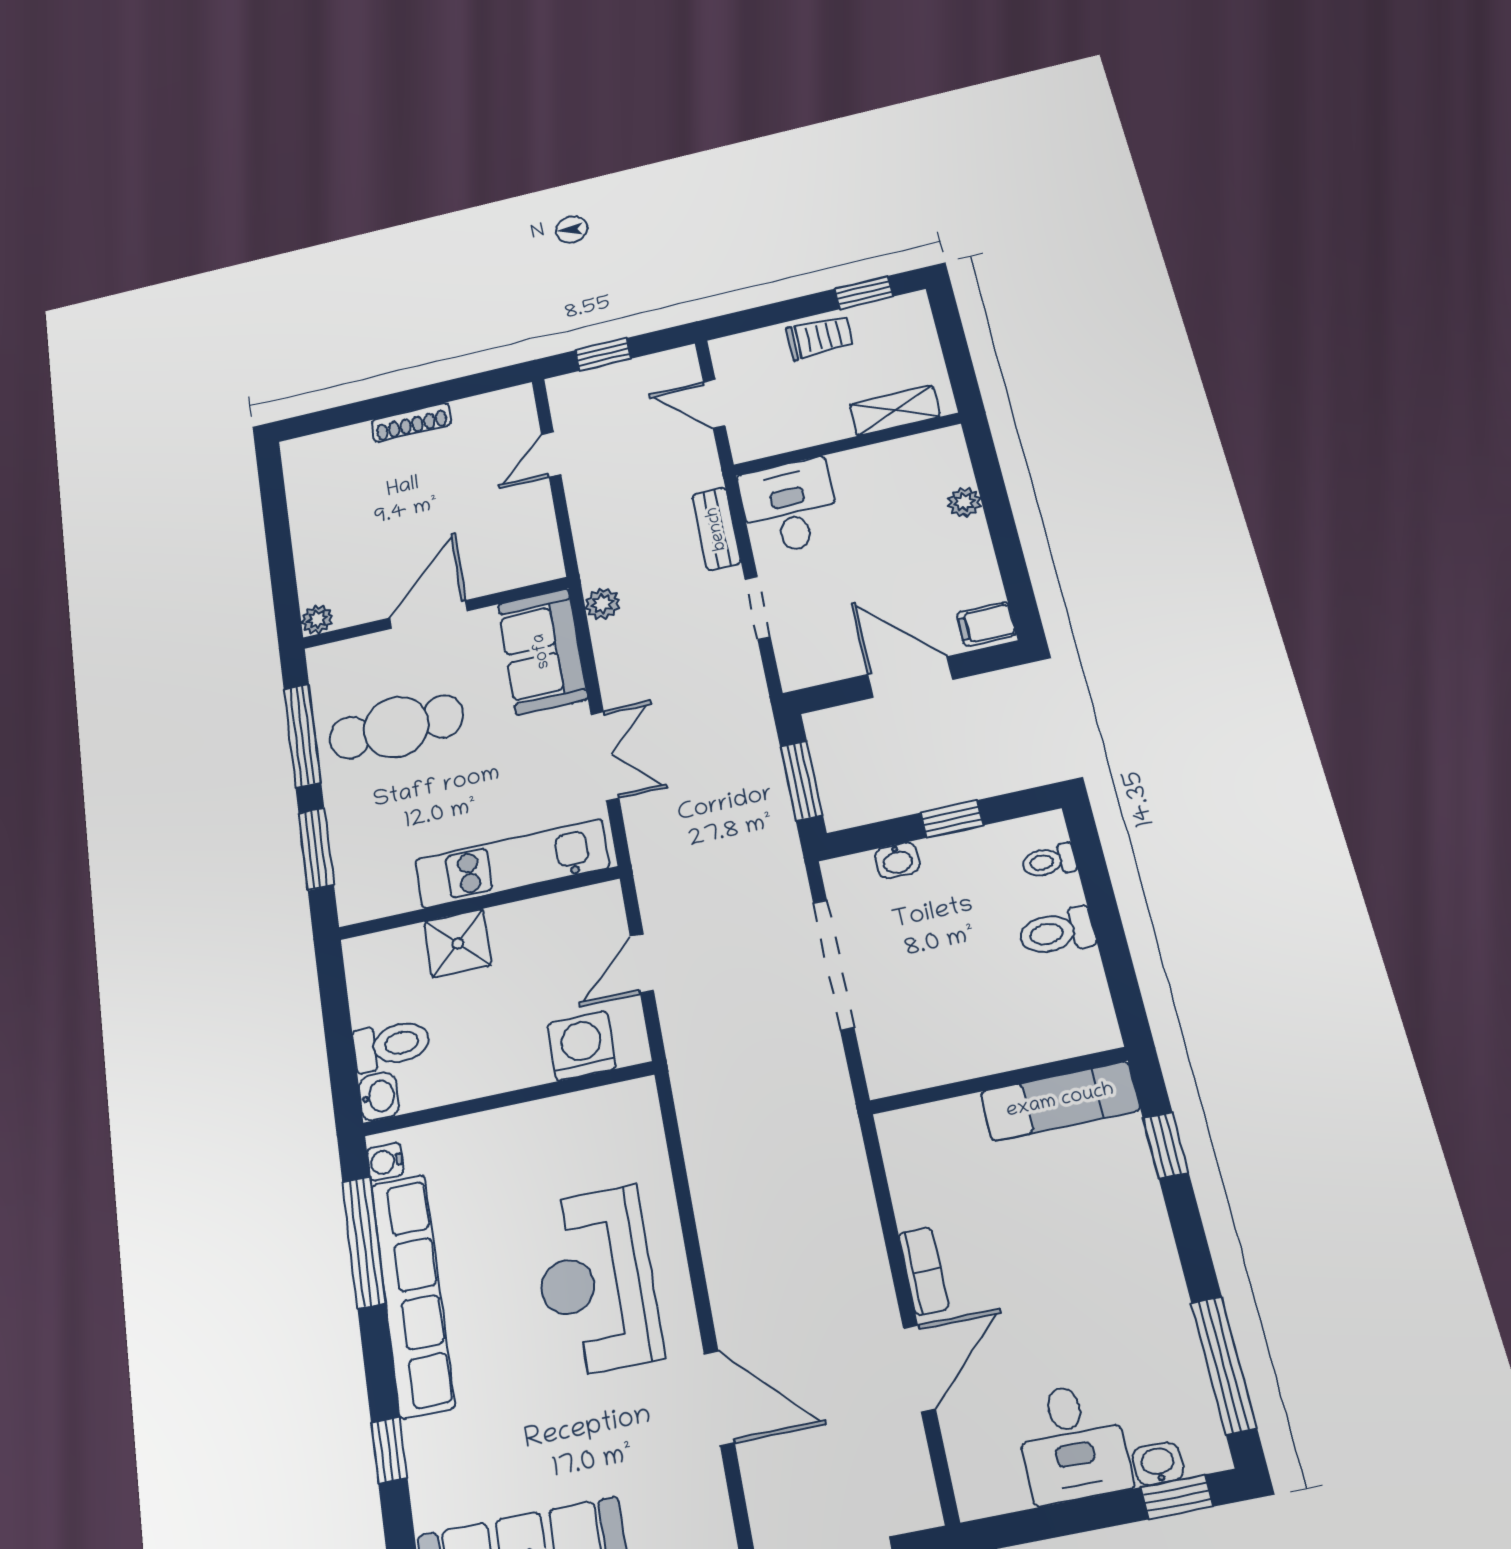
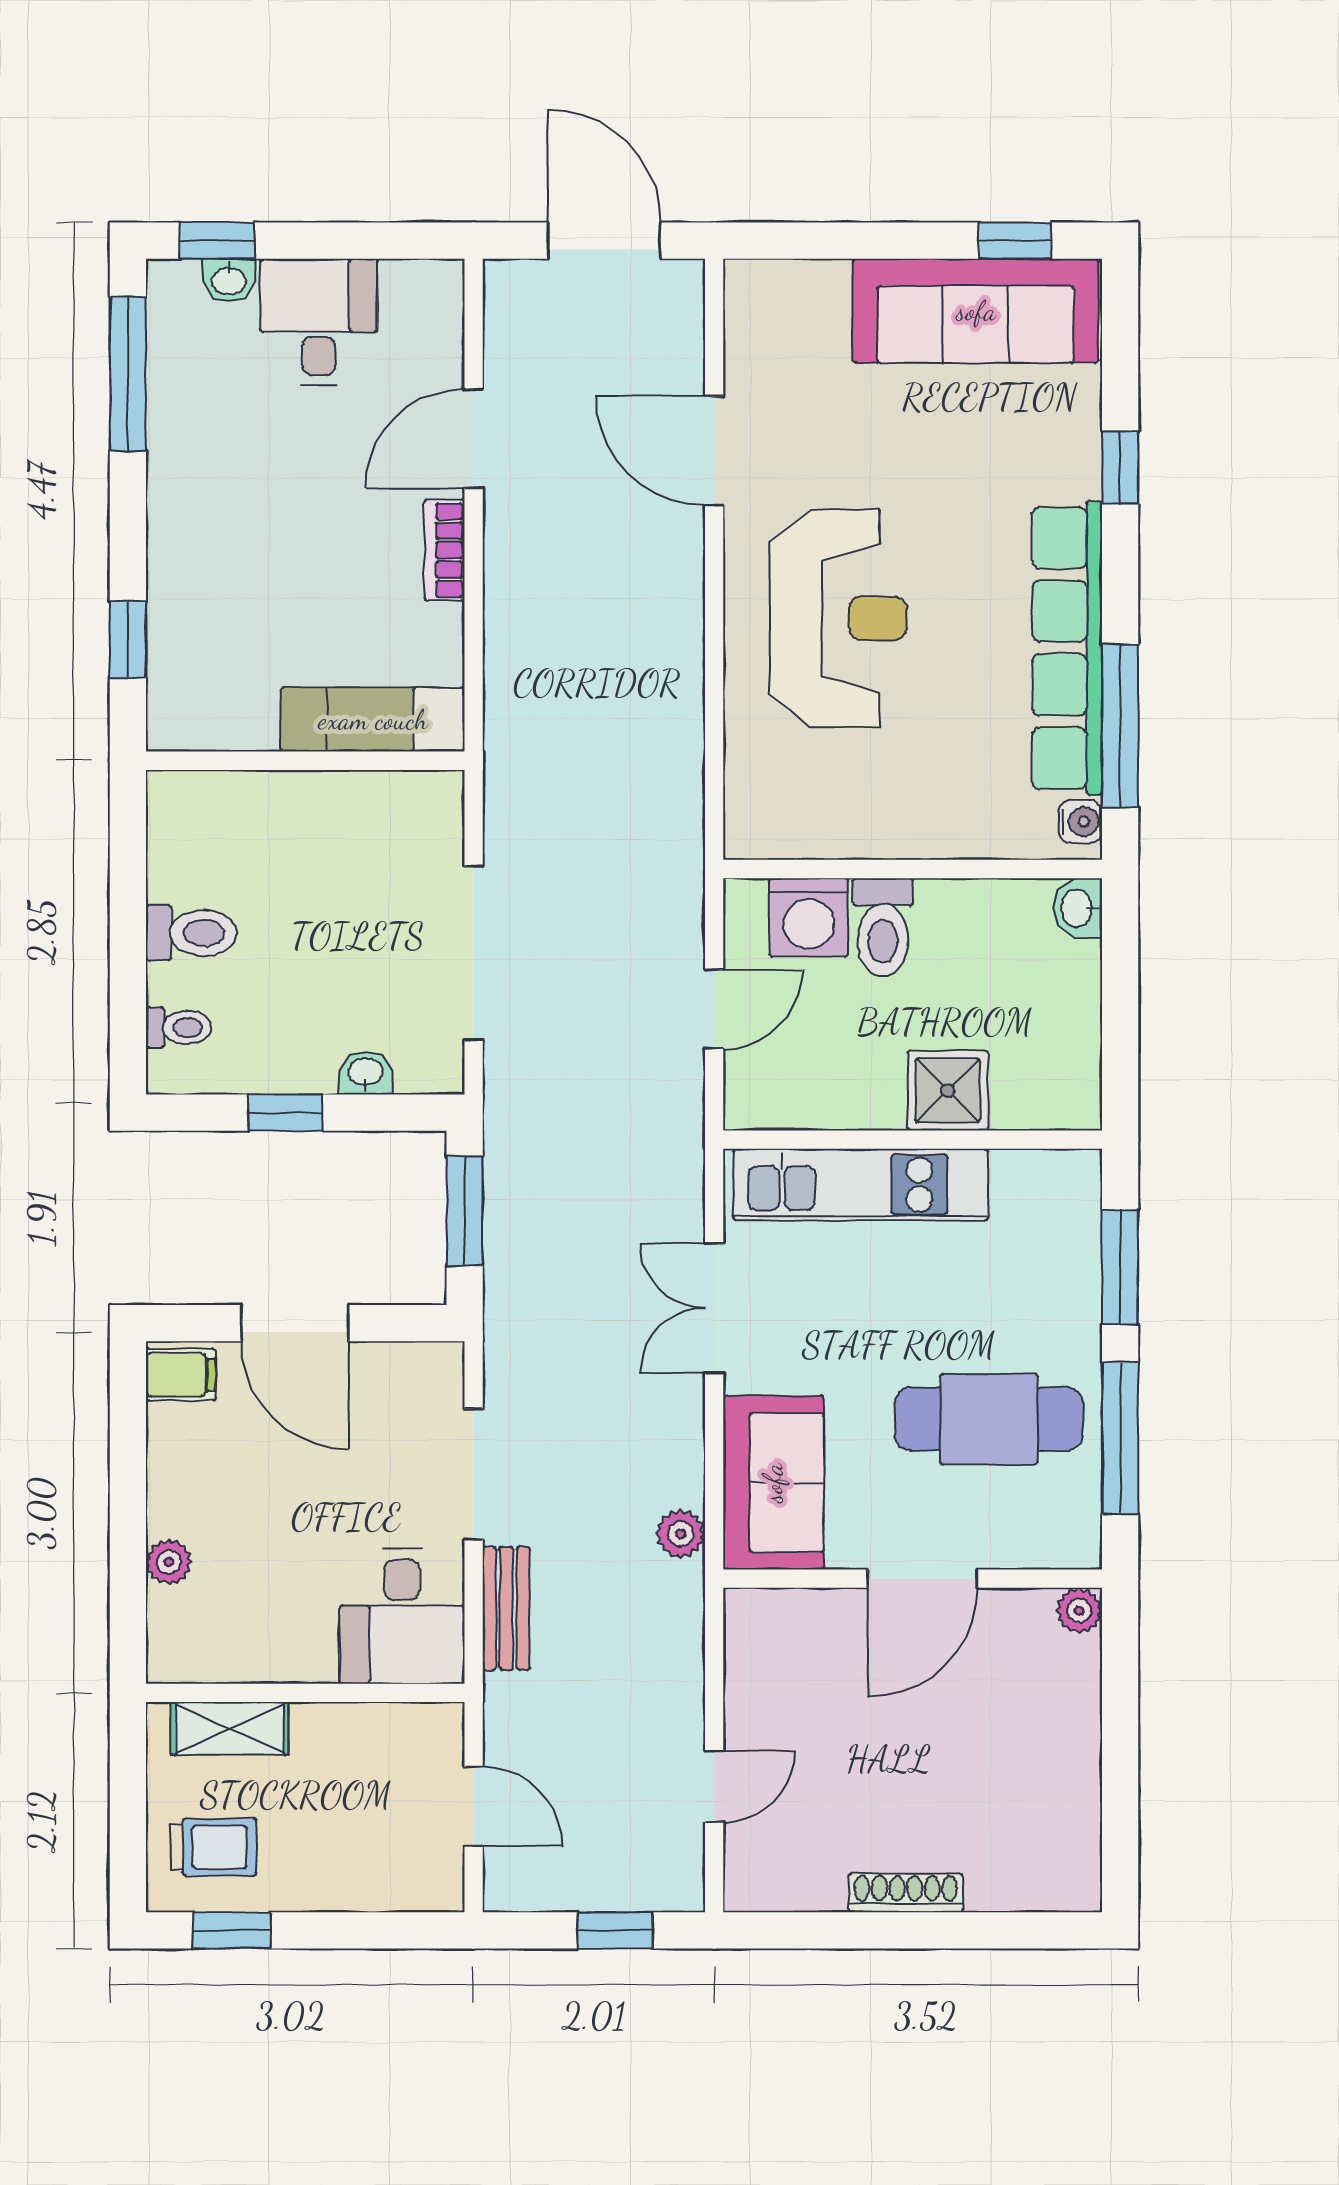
trolley: (820, 337) -> (214, 1847), moved, turned 180
doorway: (758, 608) -> (474, 1474), width x1.38
toilet: (391, 1045) -> (883, 927), moved, turned -90
exam couch: (1060, 1101) -> (373, 720), moved

